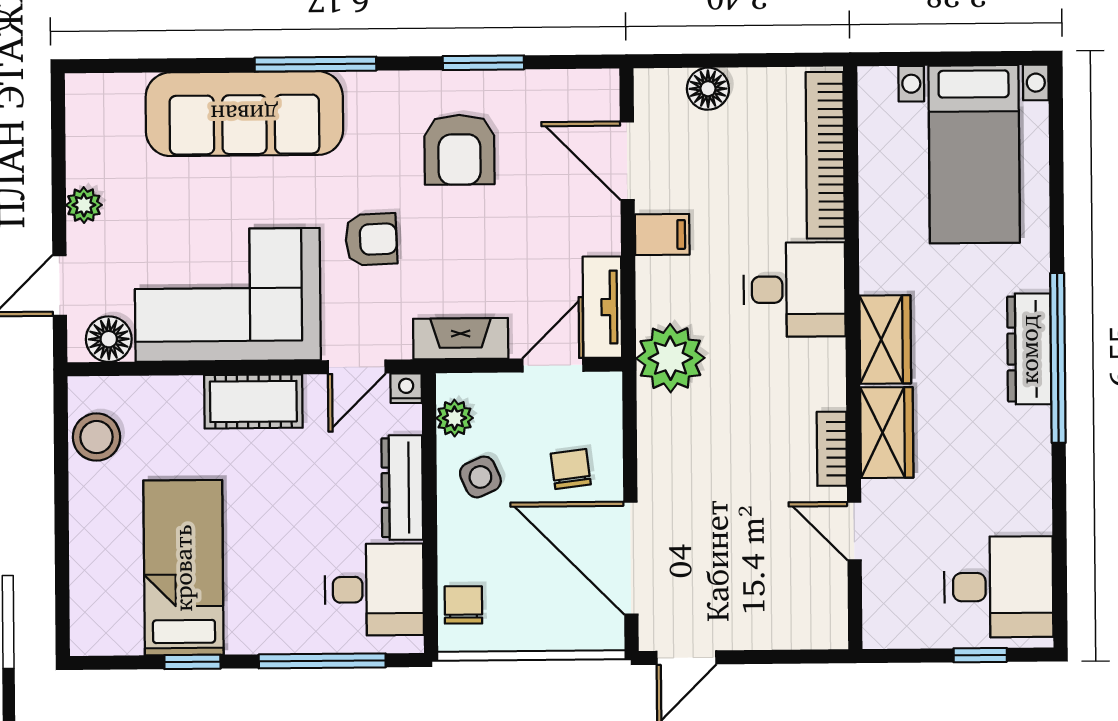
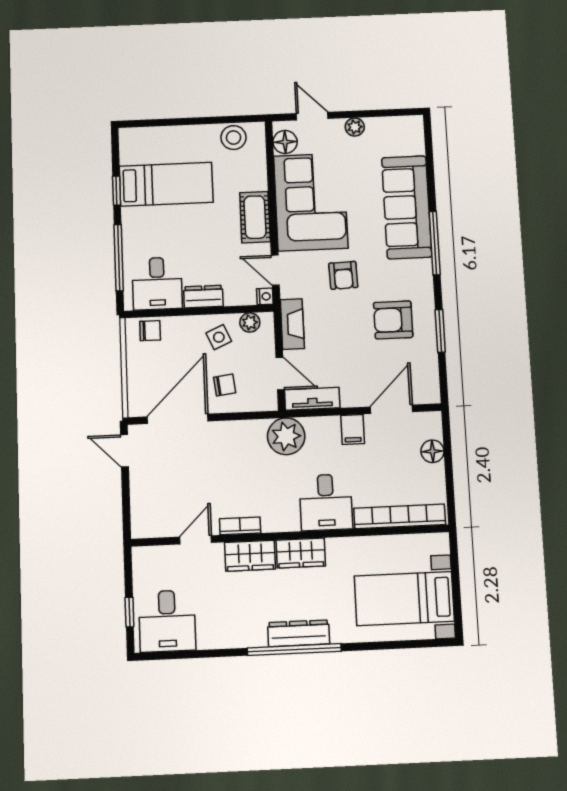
dresser: (402, 488) -> (203, 297), width x0.70

